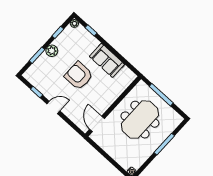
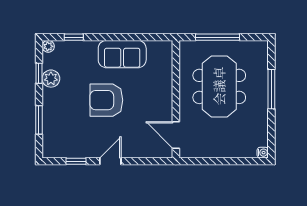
plant: (52, 51) -> (51, 79), moved

